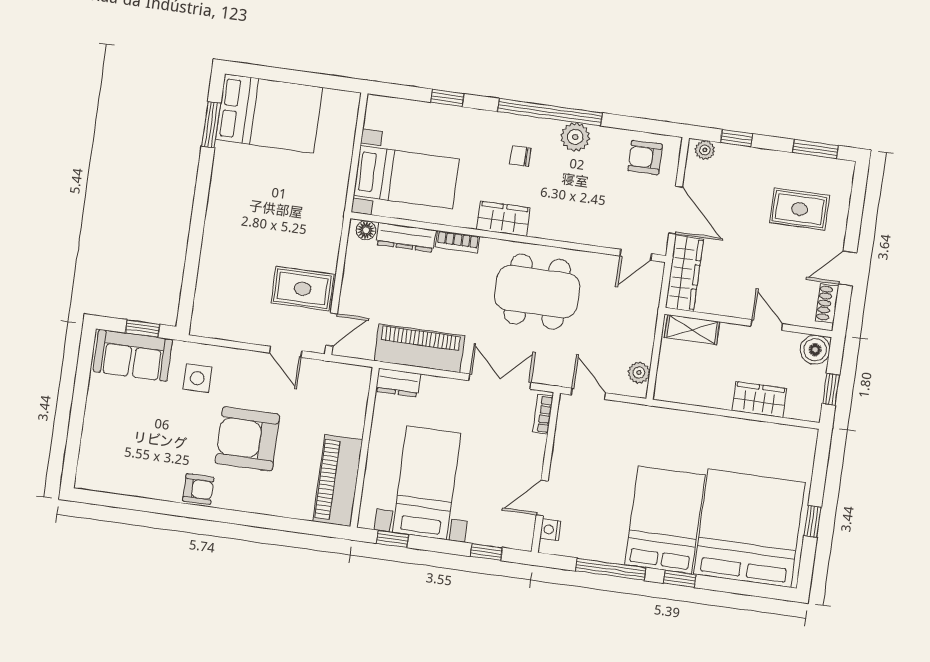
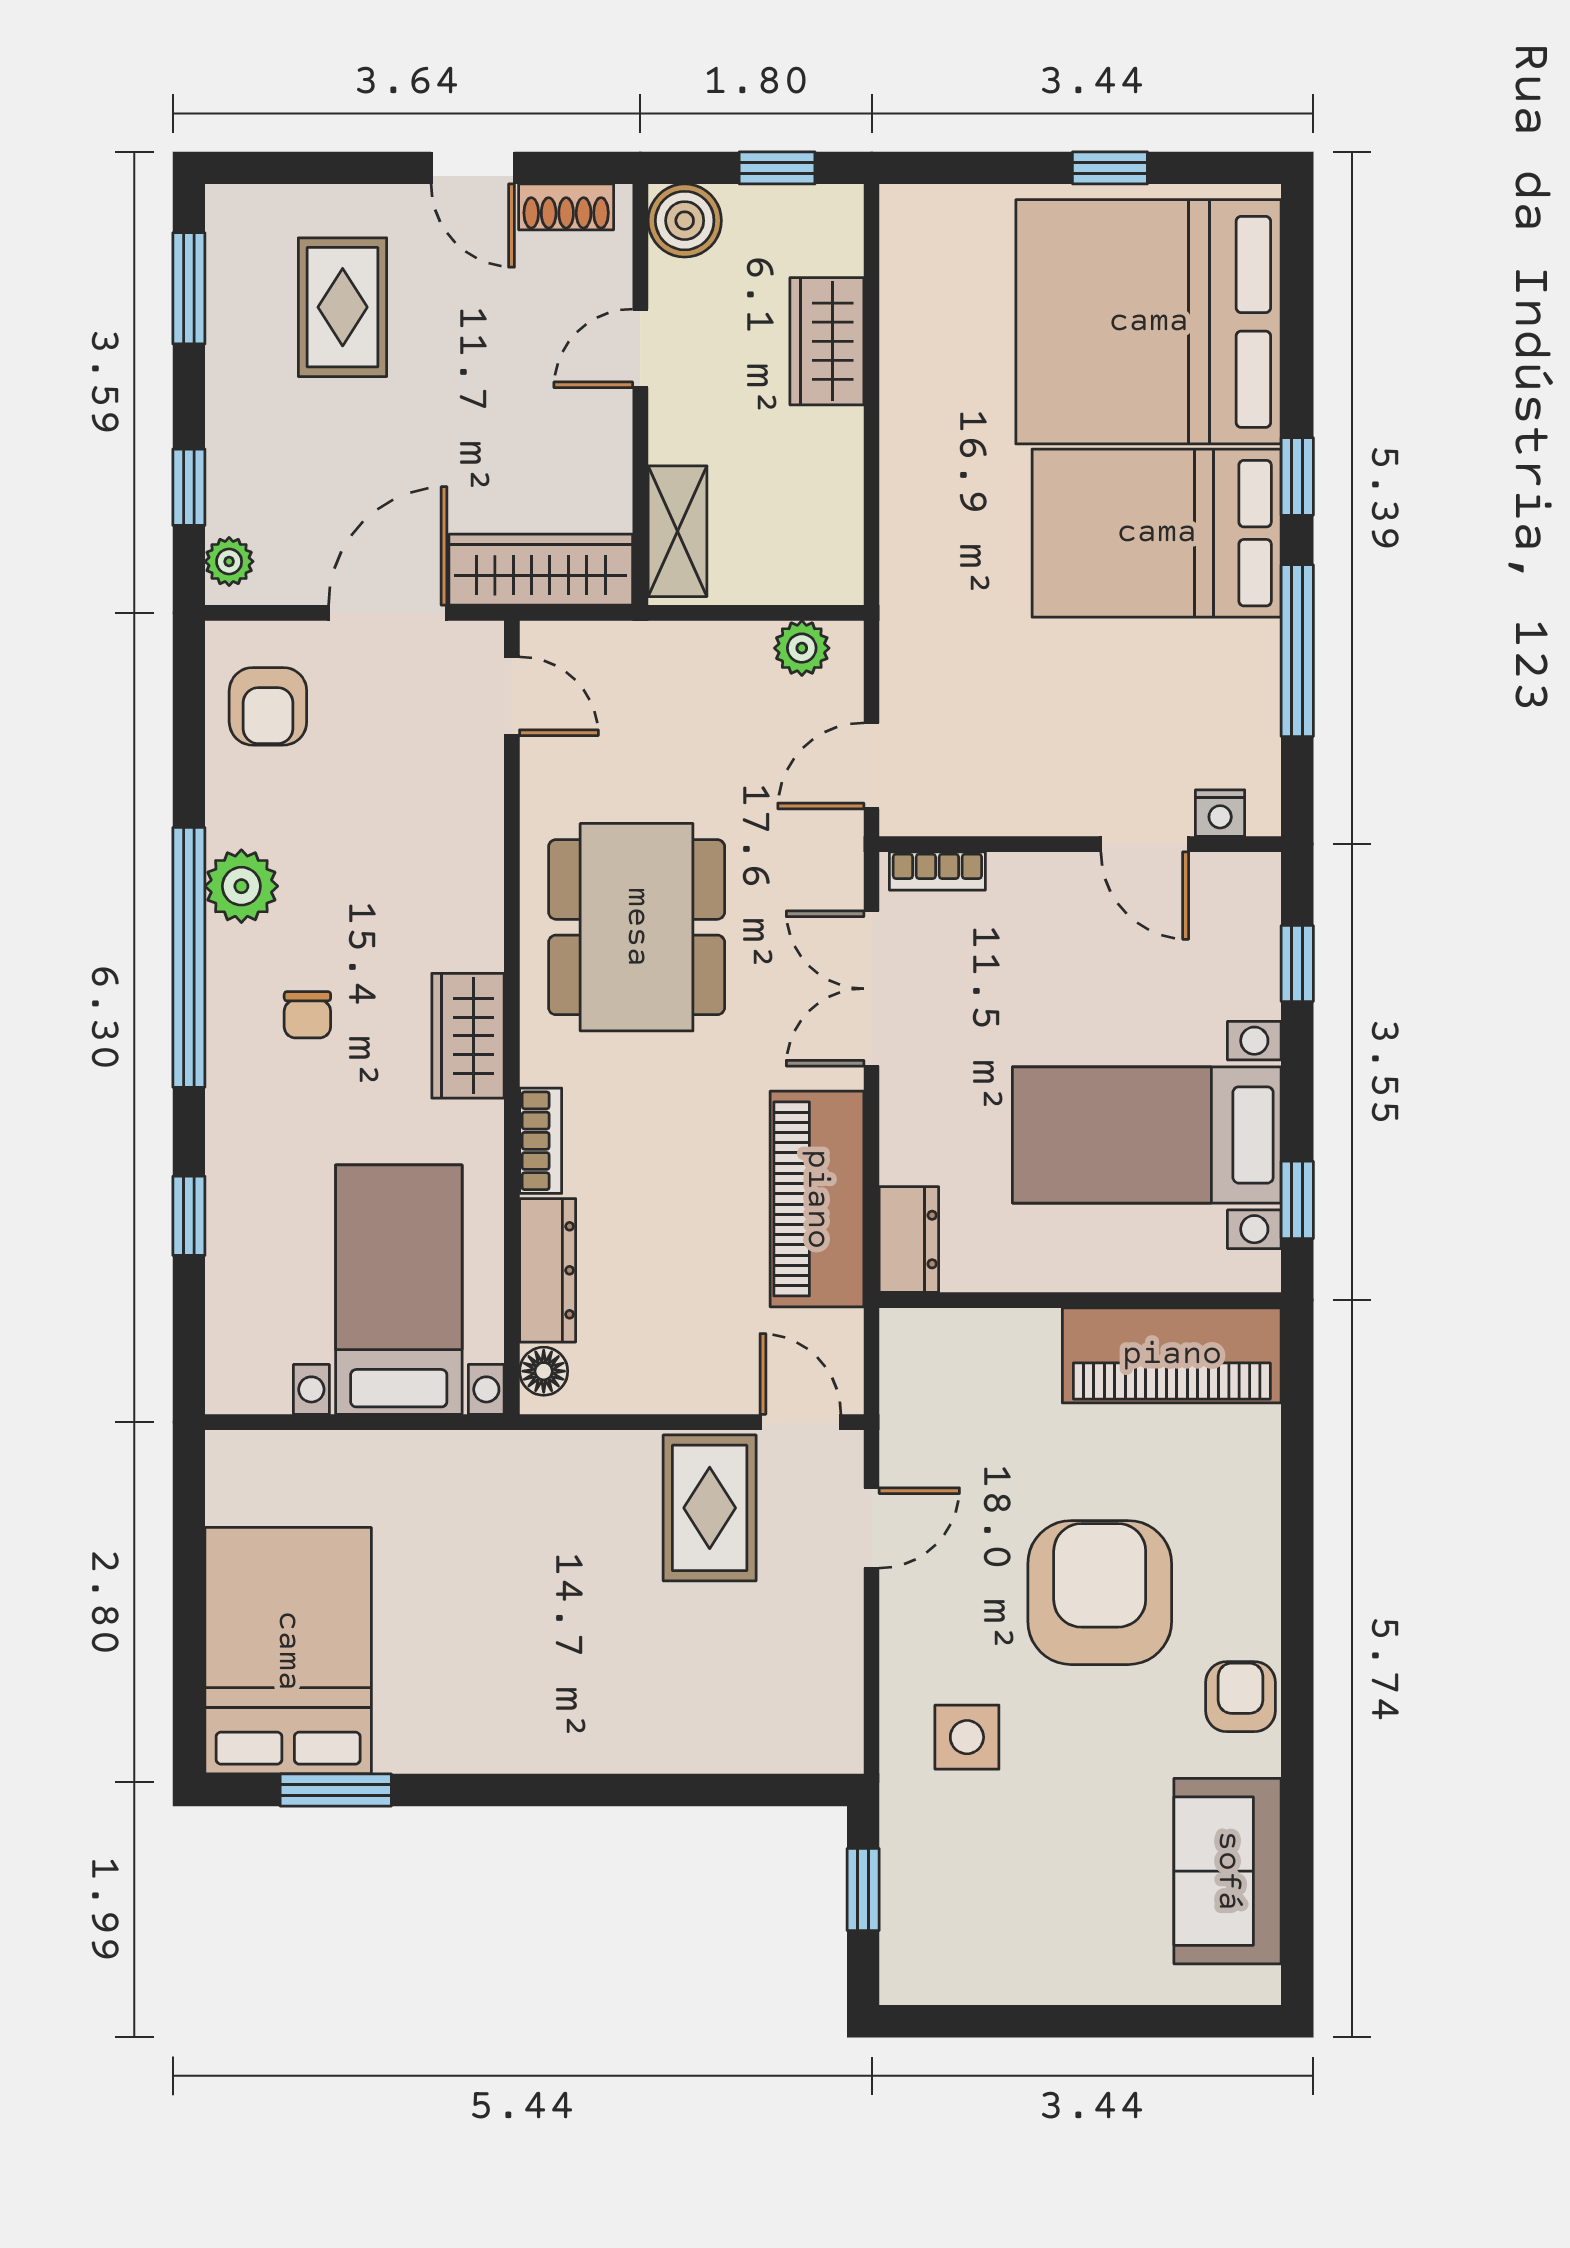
sofa: (133, 355) -> (1228, 1871), moved, turned 180
armchair: (247, 439) -> (1100, 1593), turned 180

